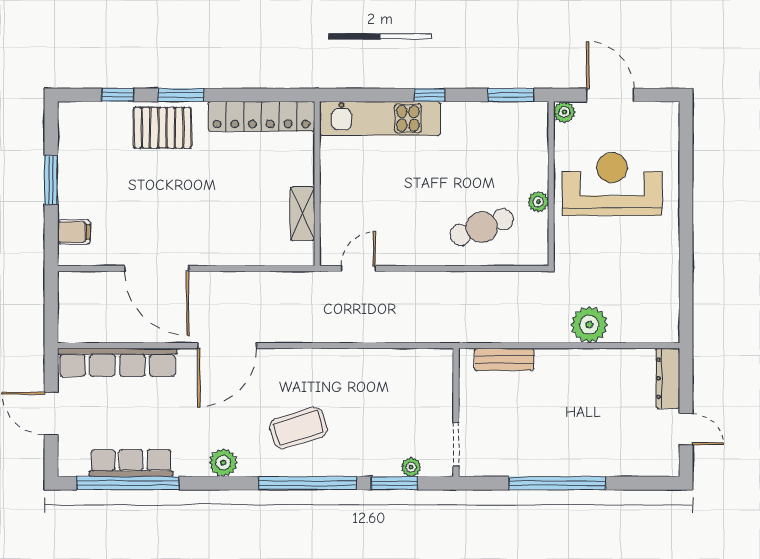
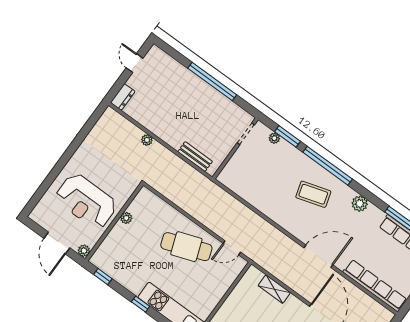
window: (511, 95) -> (103, 277), width x0.67
shelving: (303, 214) -> (274, 289), moved, turned 90
cafe table: (482, 227) -> (186, 247), moved, width x1.37, depth x1.35
plant: (589, 325) -> (147, 140), width x0.53, depth x0.53
dresser: (668, 378) -> (123, 97), width x0.70

